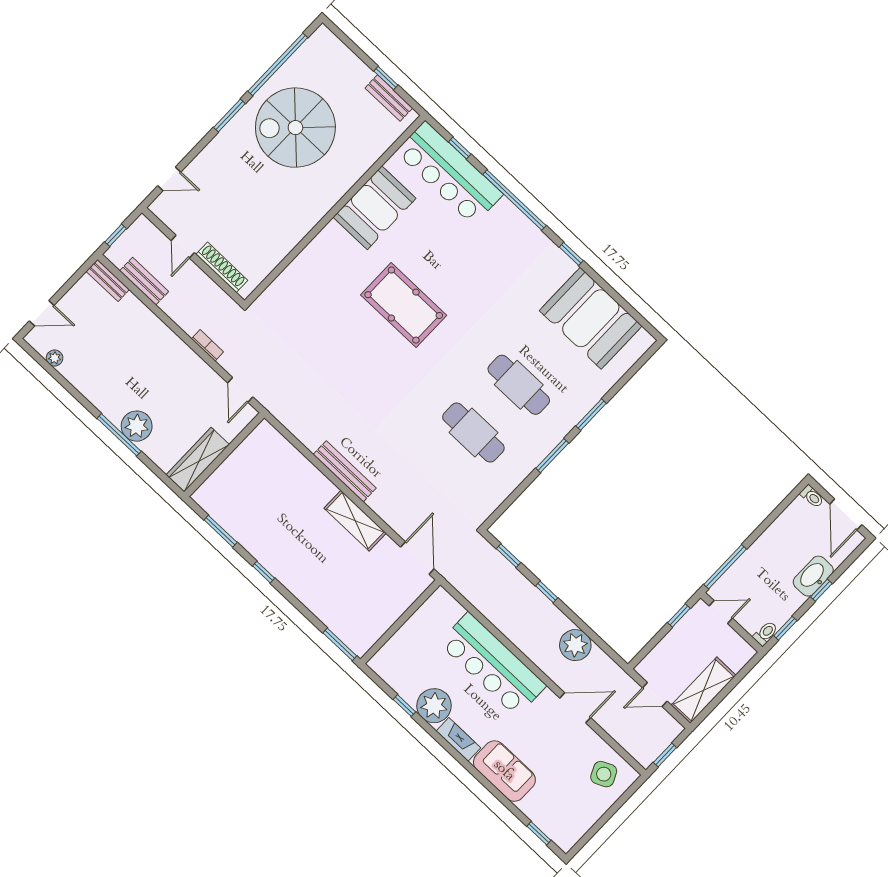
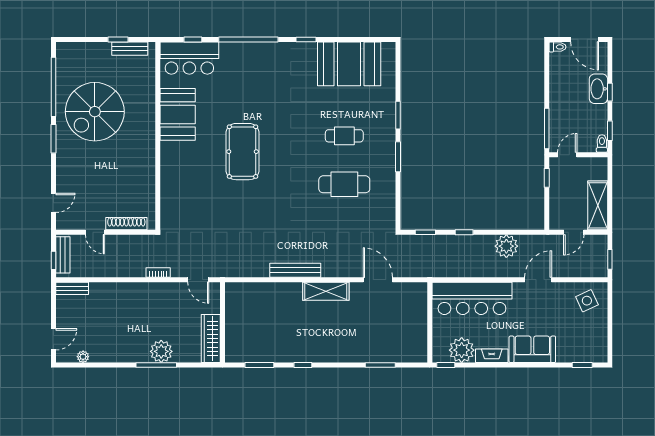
bar counter: (449, 173) -> (189, 58), width x0.73
bench: (144, 281) -> (63, 255), moved, turned 90
pool table: (404, 305) -> (243, 152), turned 90
cafe table: (519, 385) -> (344, 136), width x0.73, depth x0.74
wall: (400, 622) -> (430, 322), moved

